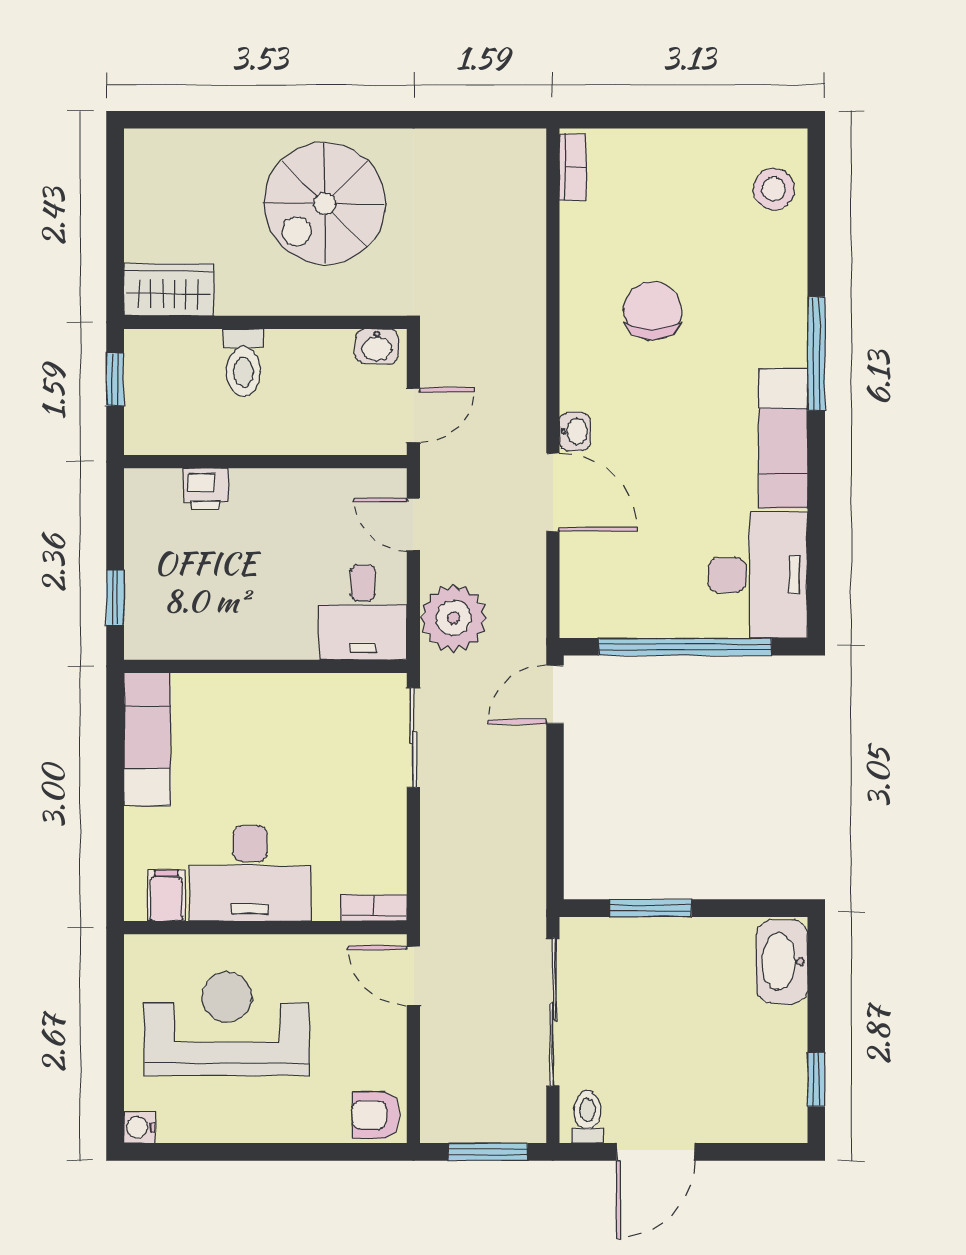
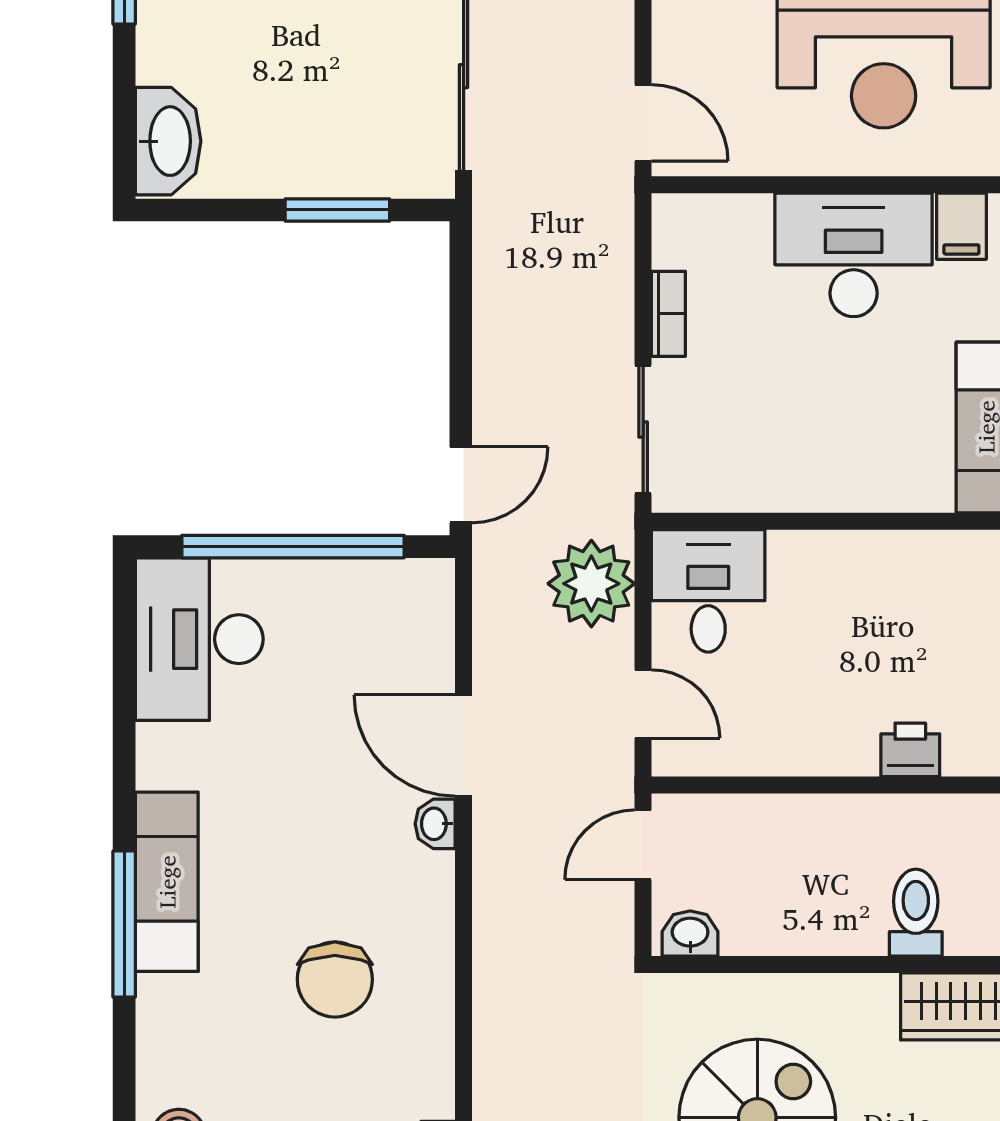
toilet: (243, 363) -> (916, 913), moved
exam couch: (783, 439) -> (167, 882), moved
bookcase: (374, 908) -> (668, 314), moved, turned -90

